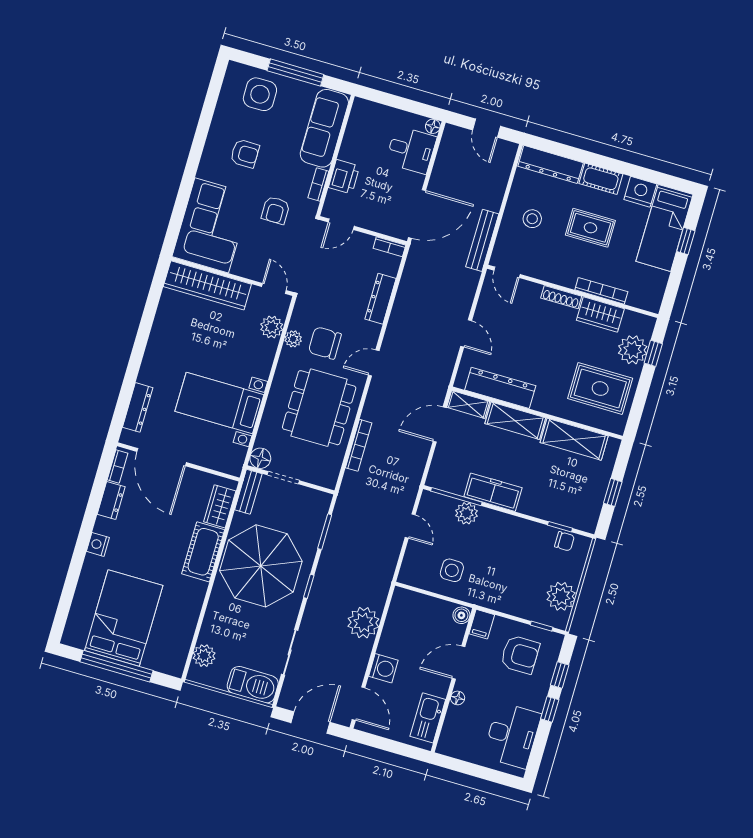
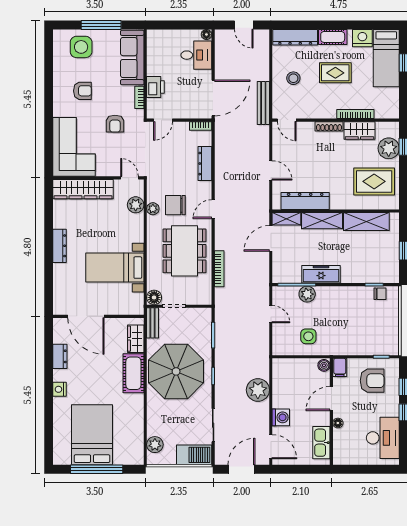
dresser: (138, 407) -> (60, 246), moved
bookcase: (118, 466) -> (57, 332), removed
plant: (561, 596) -> (389, 332), removed

